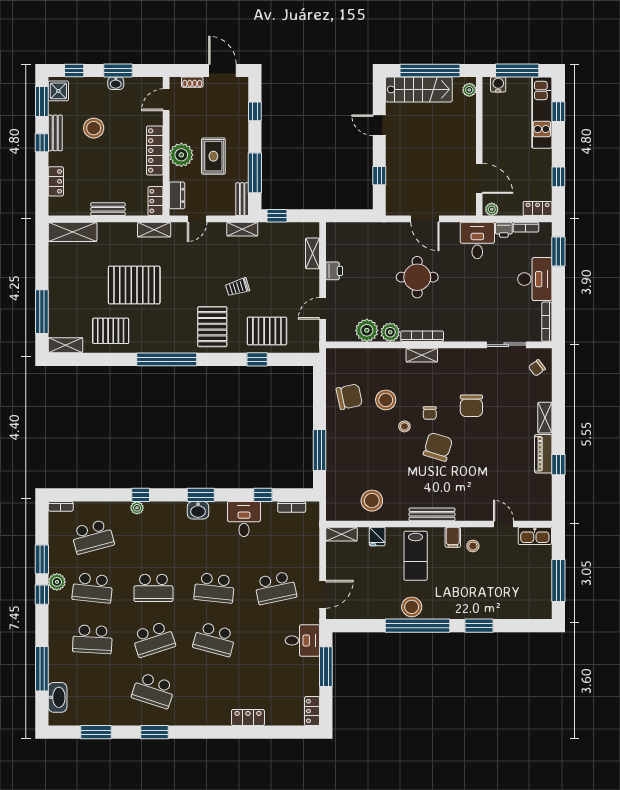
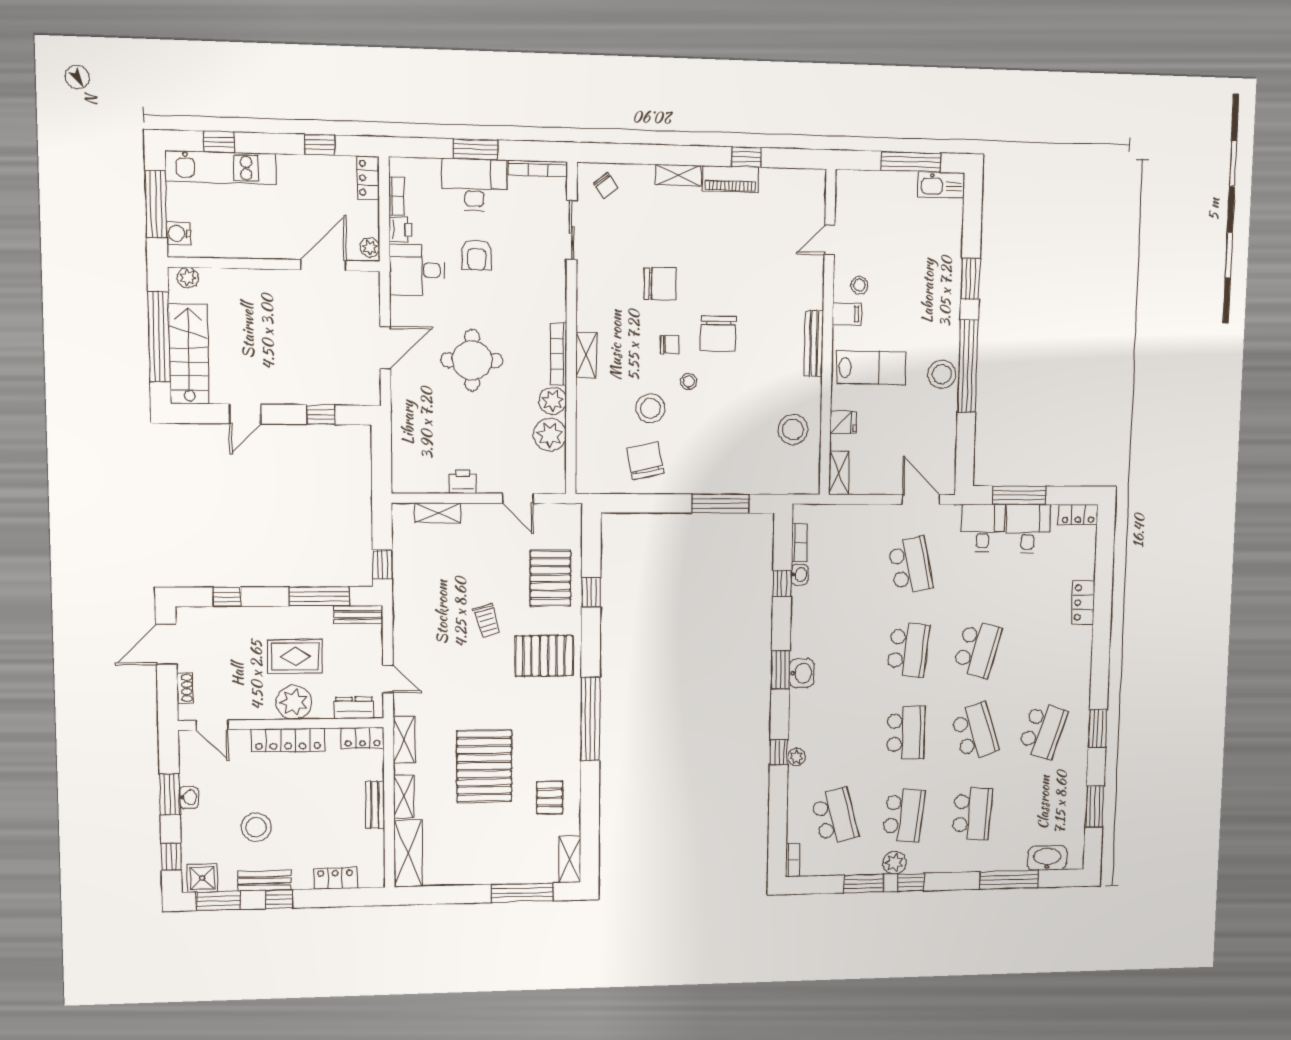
shelving: (242, 229) -> (404, 796), moved
window: (558, 252) -> (476, 149), moved
armchair: (488, 281) -> (477, 255), added
pallet: (111, 331) -> (550, 798), width x0.67, depth x0.71
chair: (438, 447) -> (718, 334), turned -107
washbasin: (269, 507) -> (800, 575), added
desk: (244, 519) -> (1028, 529), moved, turned 90
kitchen sink: (535, 536) -> (941, 185), moved, turned 90

